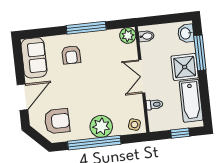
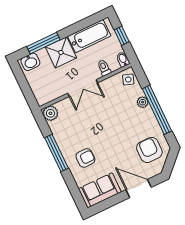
bidet: (146, 36) -> (123, 59), moved
plant: (101, 126) -> (143, 102), width x0.53, depth x0.53

